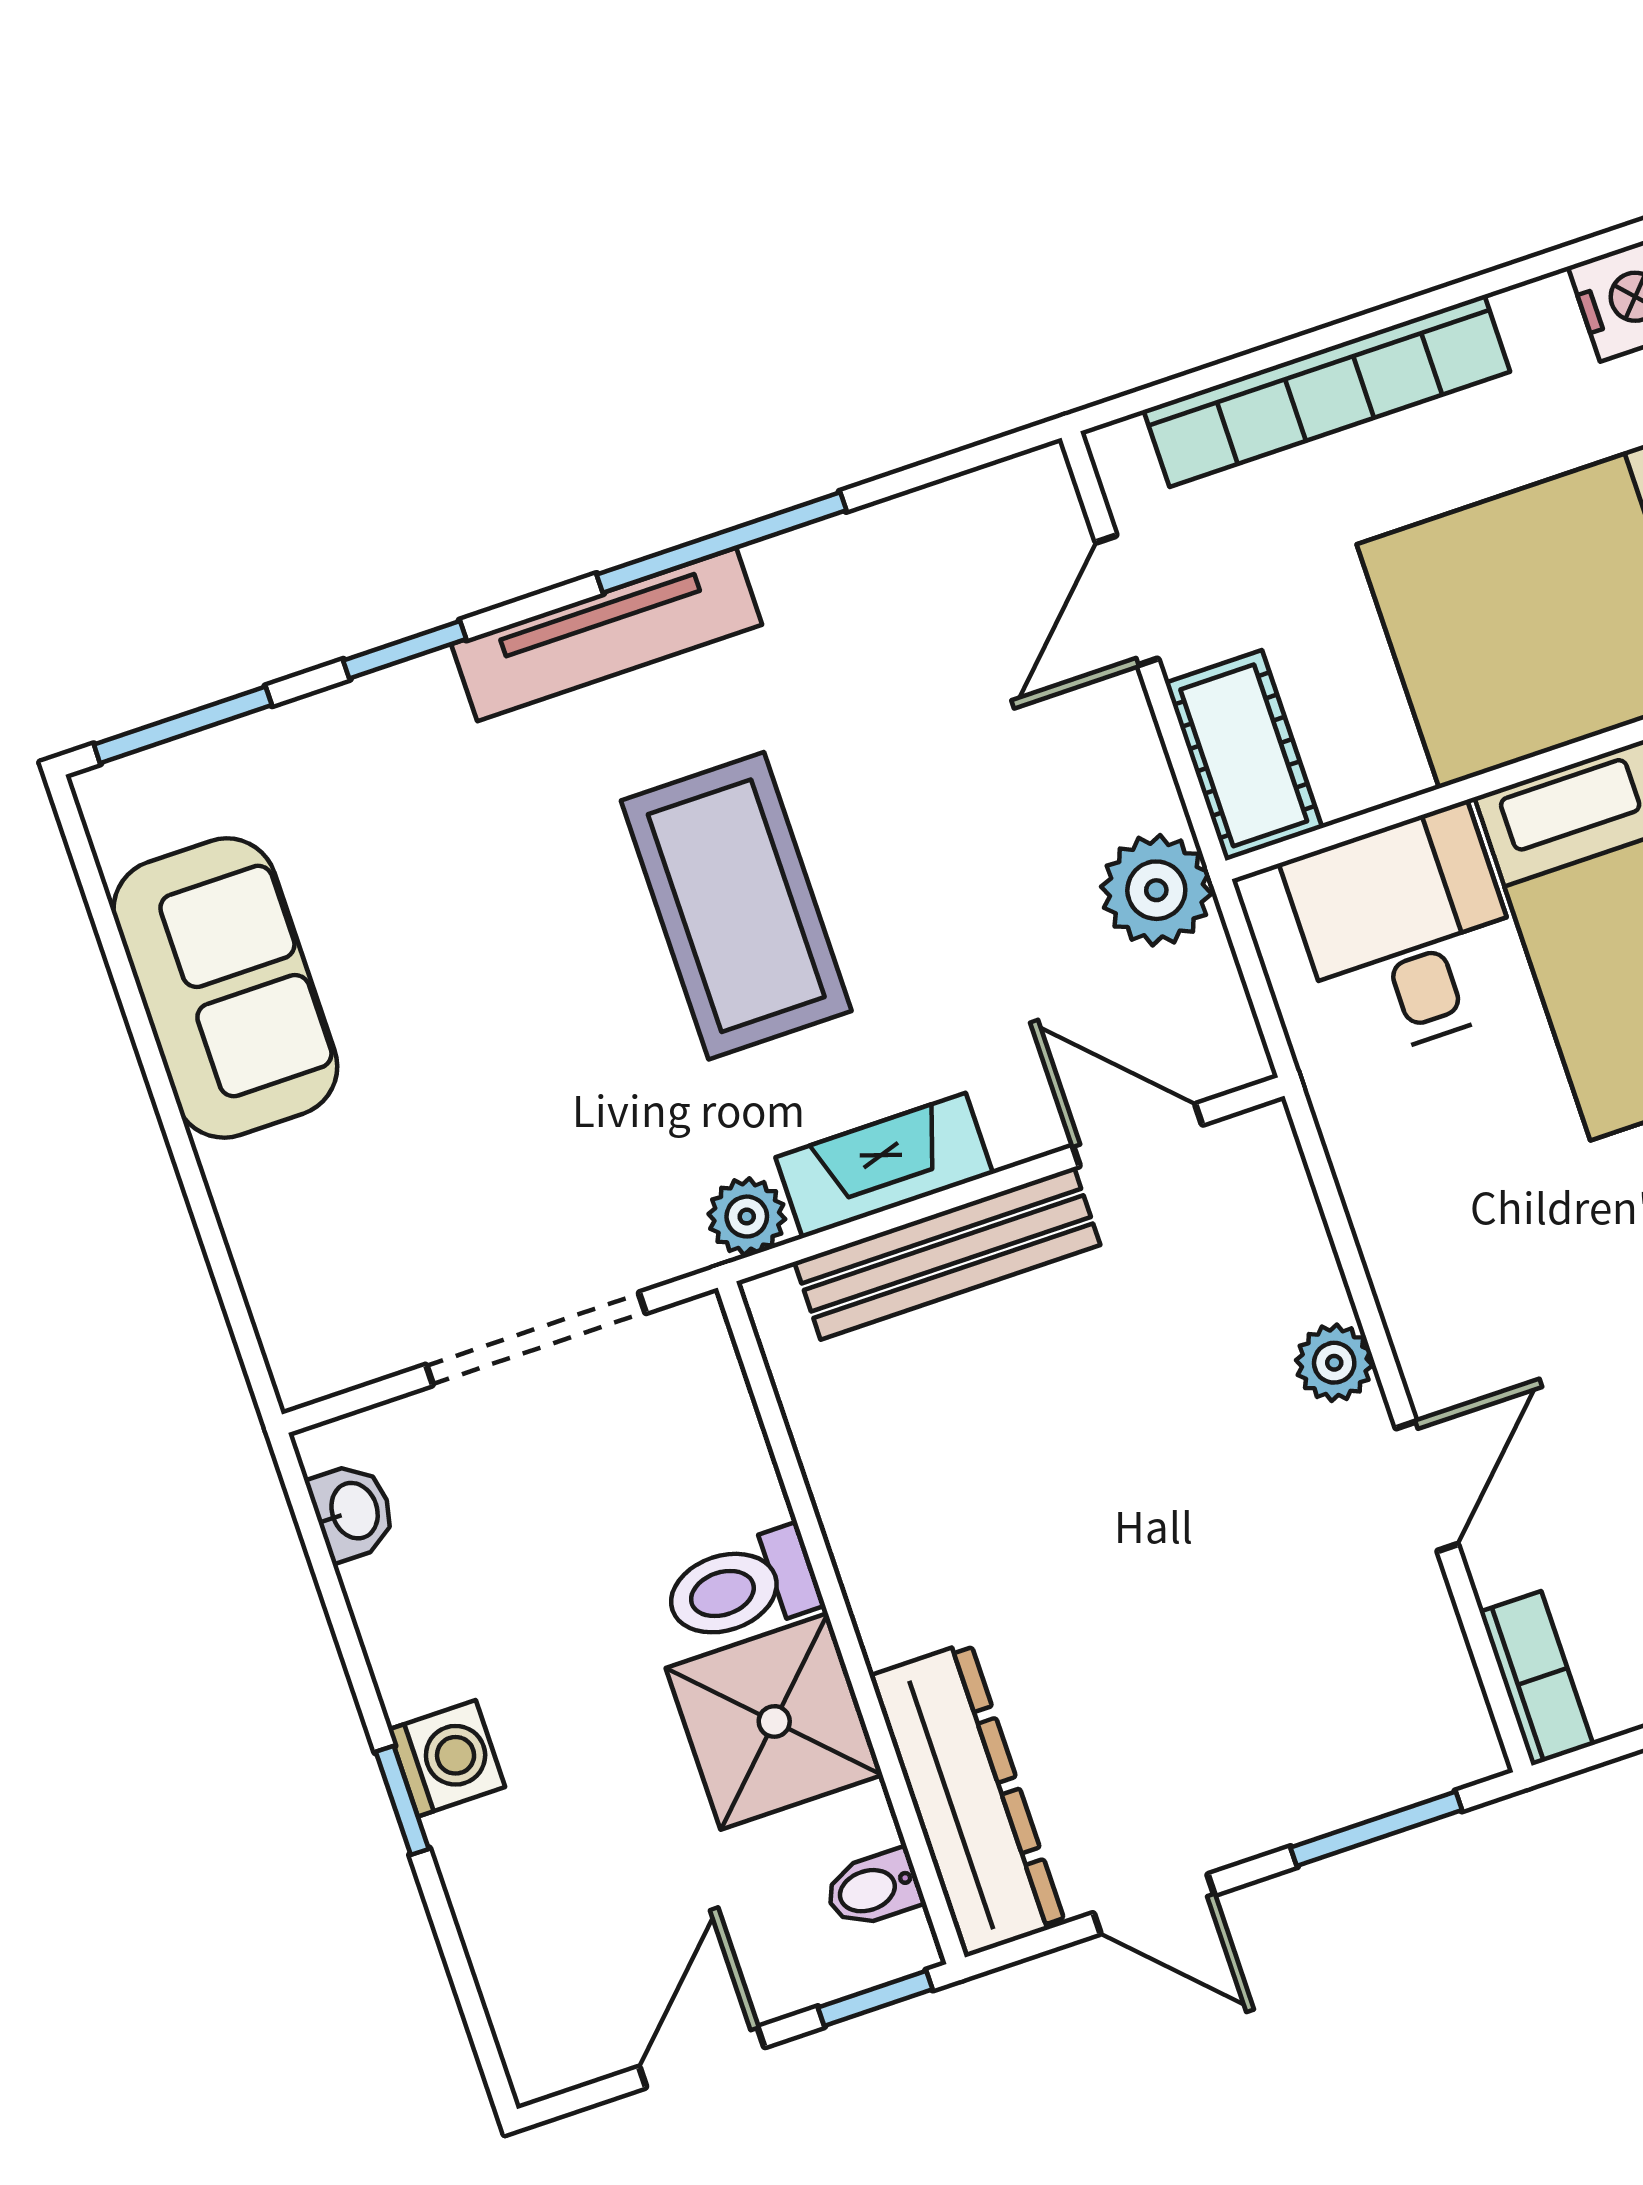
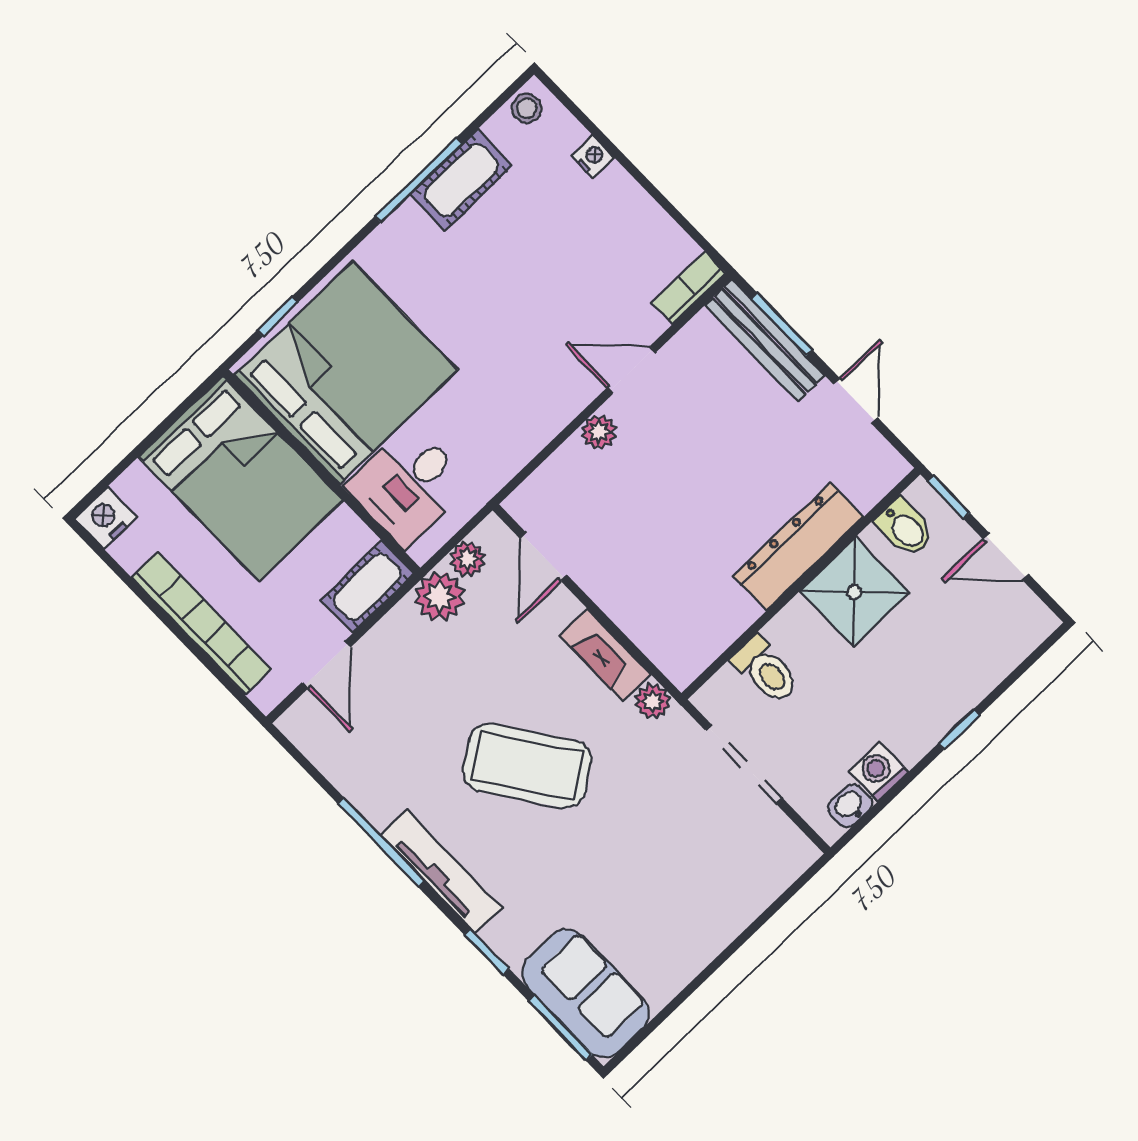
door: (1127, 601) -> (326, 665), hinge flipped
coffee table: (736, 906) -> (527, 766), turned 55
plant: (1205, 981) -> (467, 559), added
sofa: (225, 988) -> (585, 993), moved, turned 90
bench: (947, 1253) -> (765, 340), moved
toilet: (742, 1587) -> (766, 670), moved
washing machine: (447, 1758) -> (879, 772), moved
dresser: (968, 1800) -> (798, 547), moved
bidet: (873, 1889) -> (905, 528), width x1.38, depth x1.36

